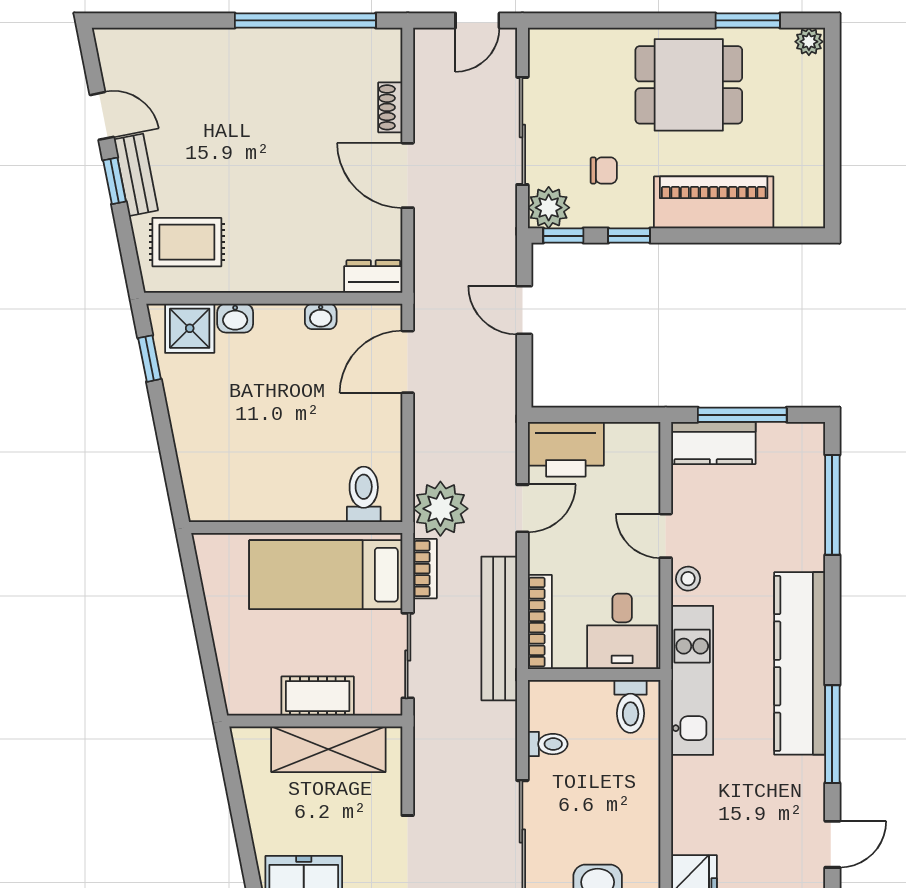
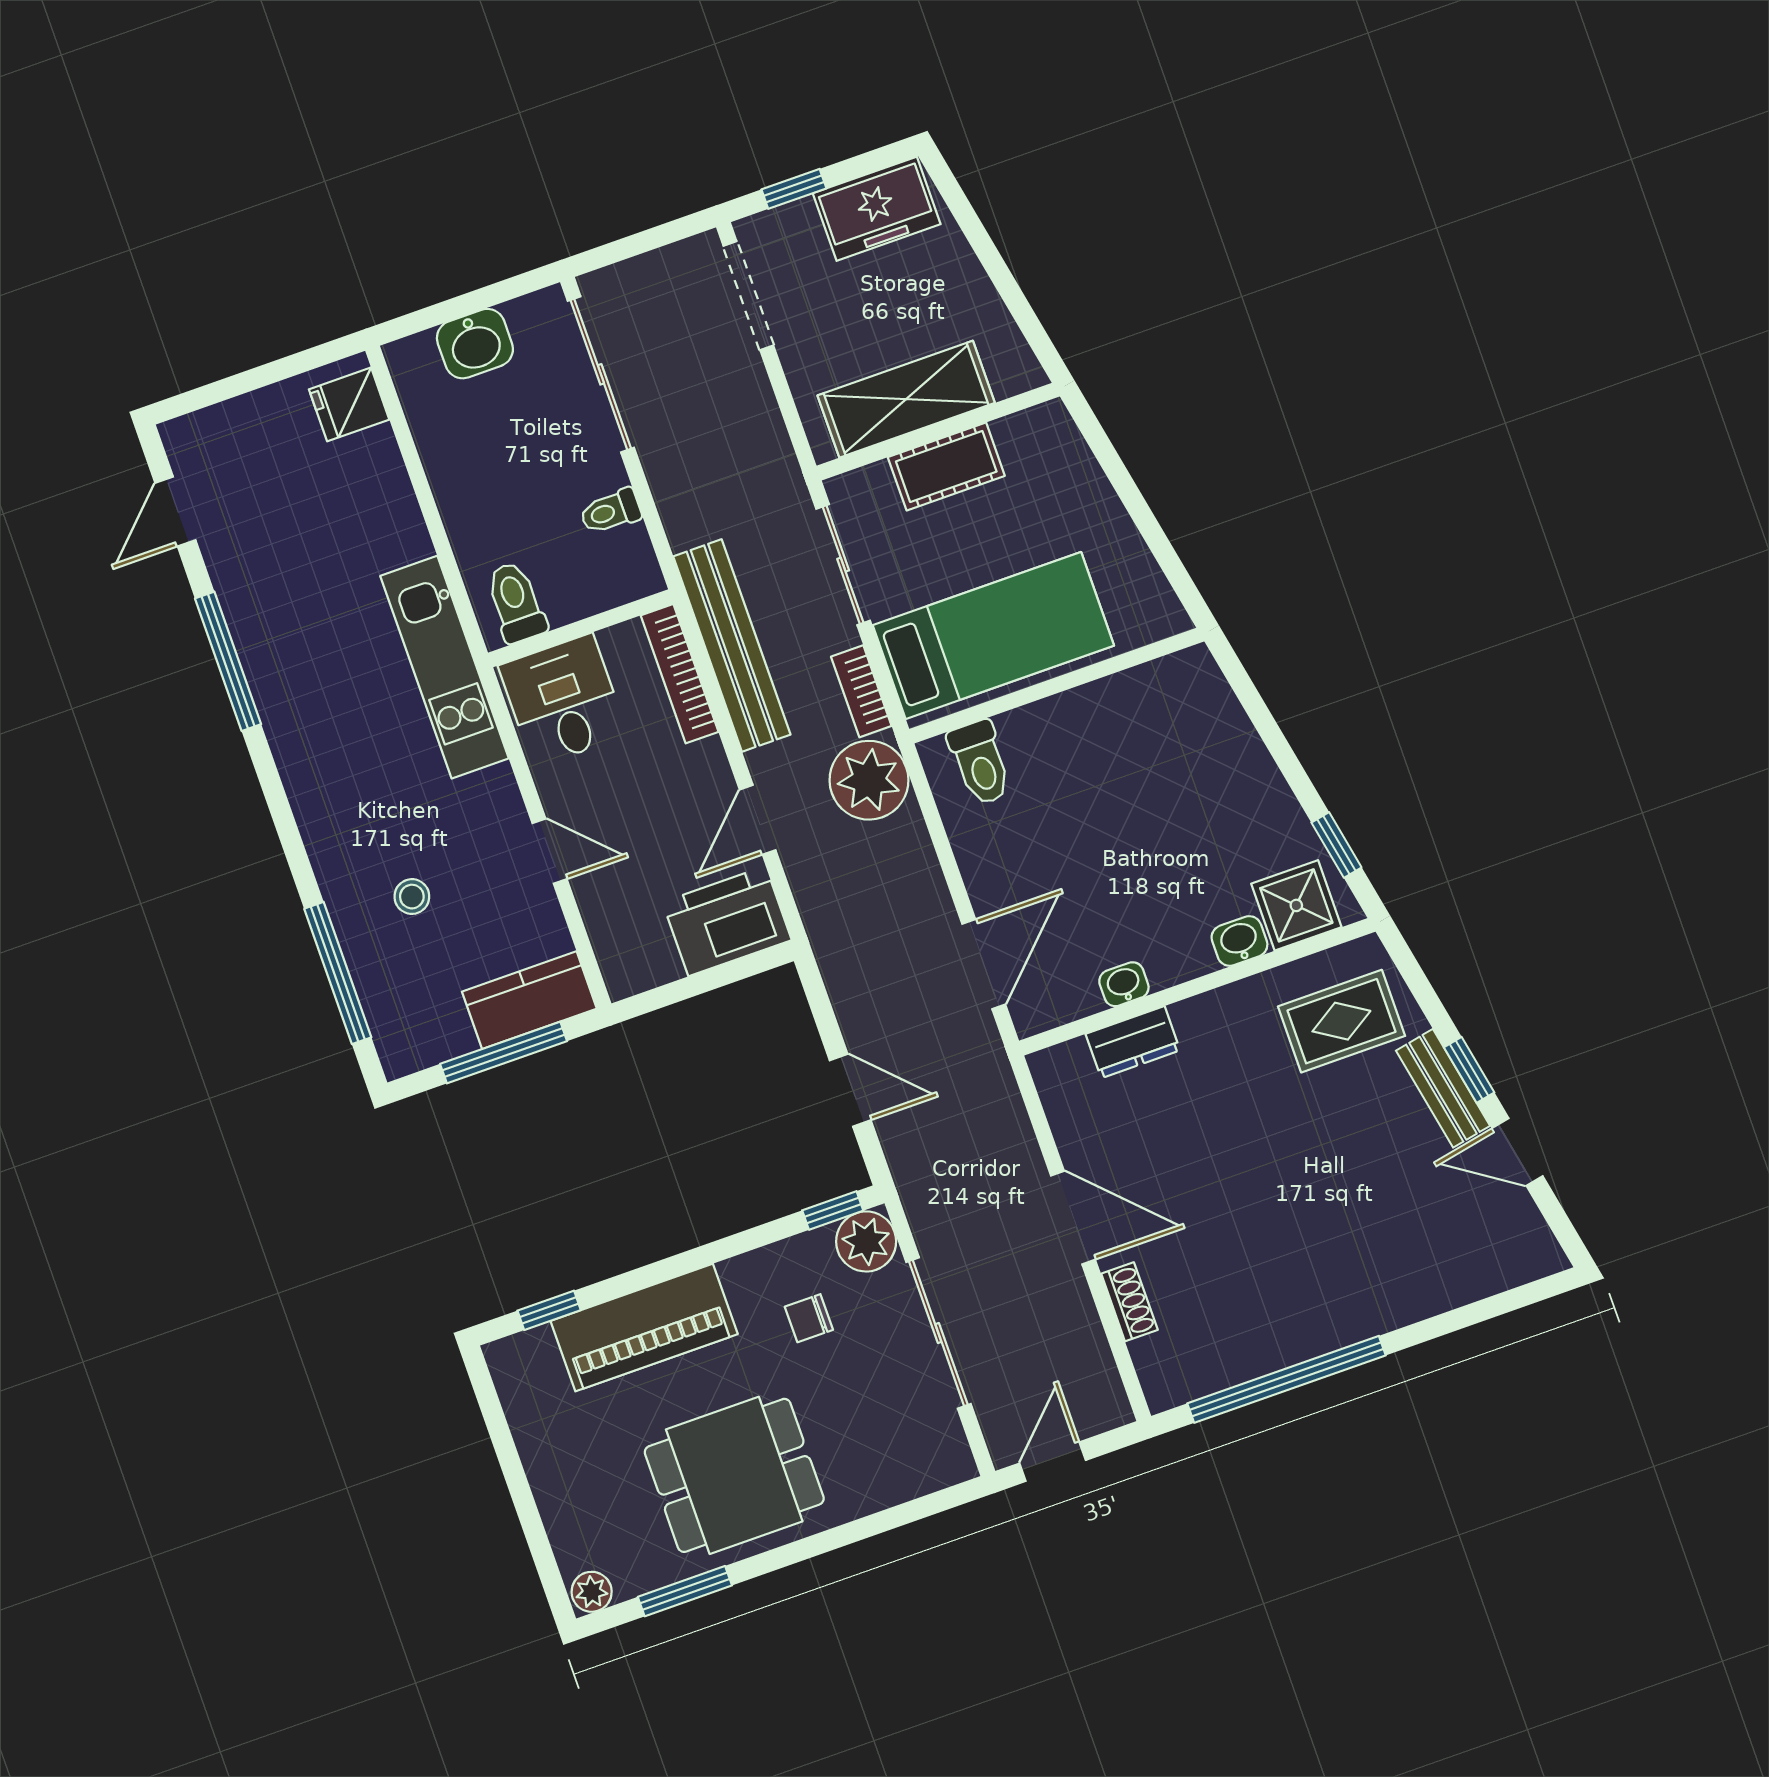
window: (629, 236) -> (549, 1310), moved
dresser: (373, 276) -> (1133, 1042), moved
stool: (688, 579) -> (412, 897), moved
kitchen counter: (800, 663) -> (306, 742), removed

